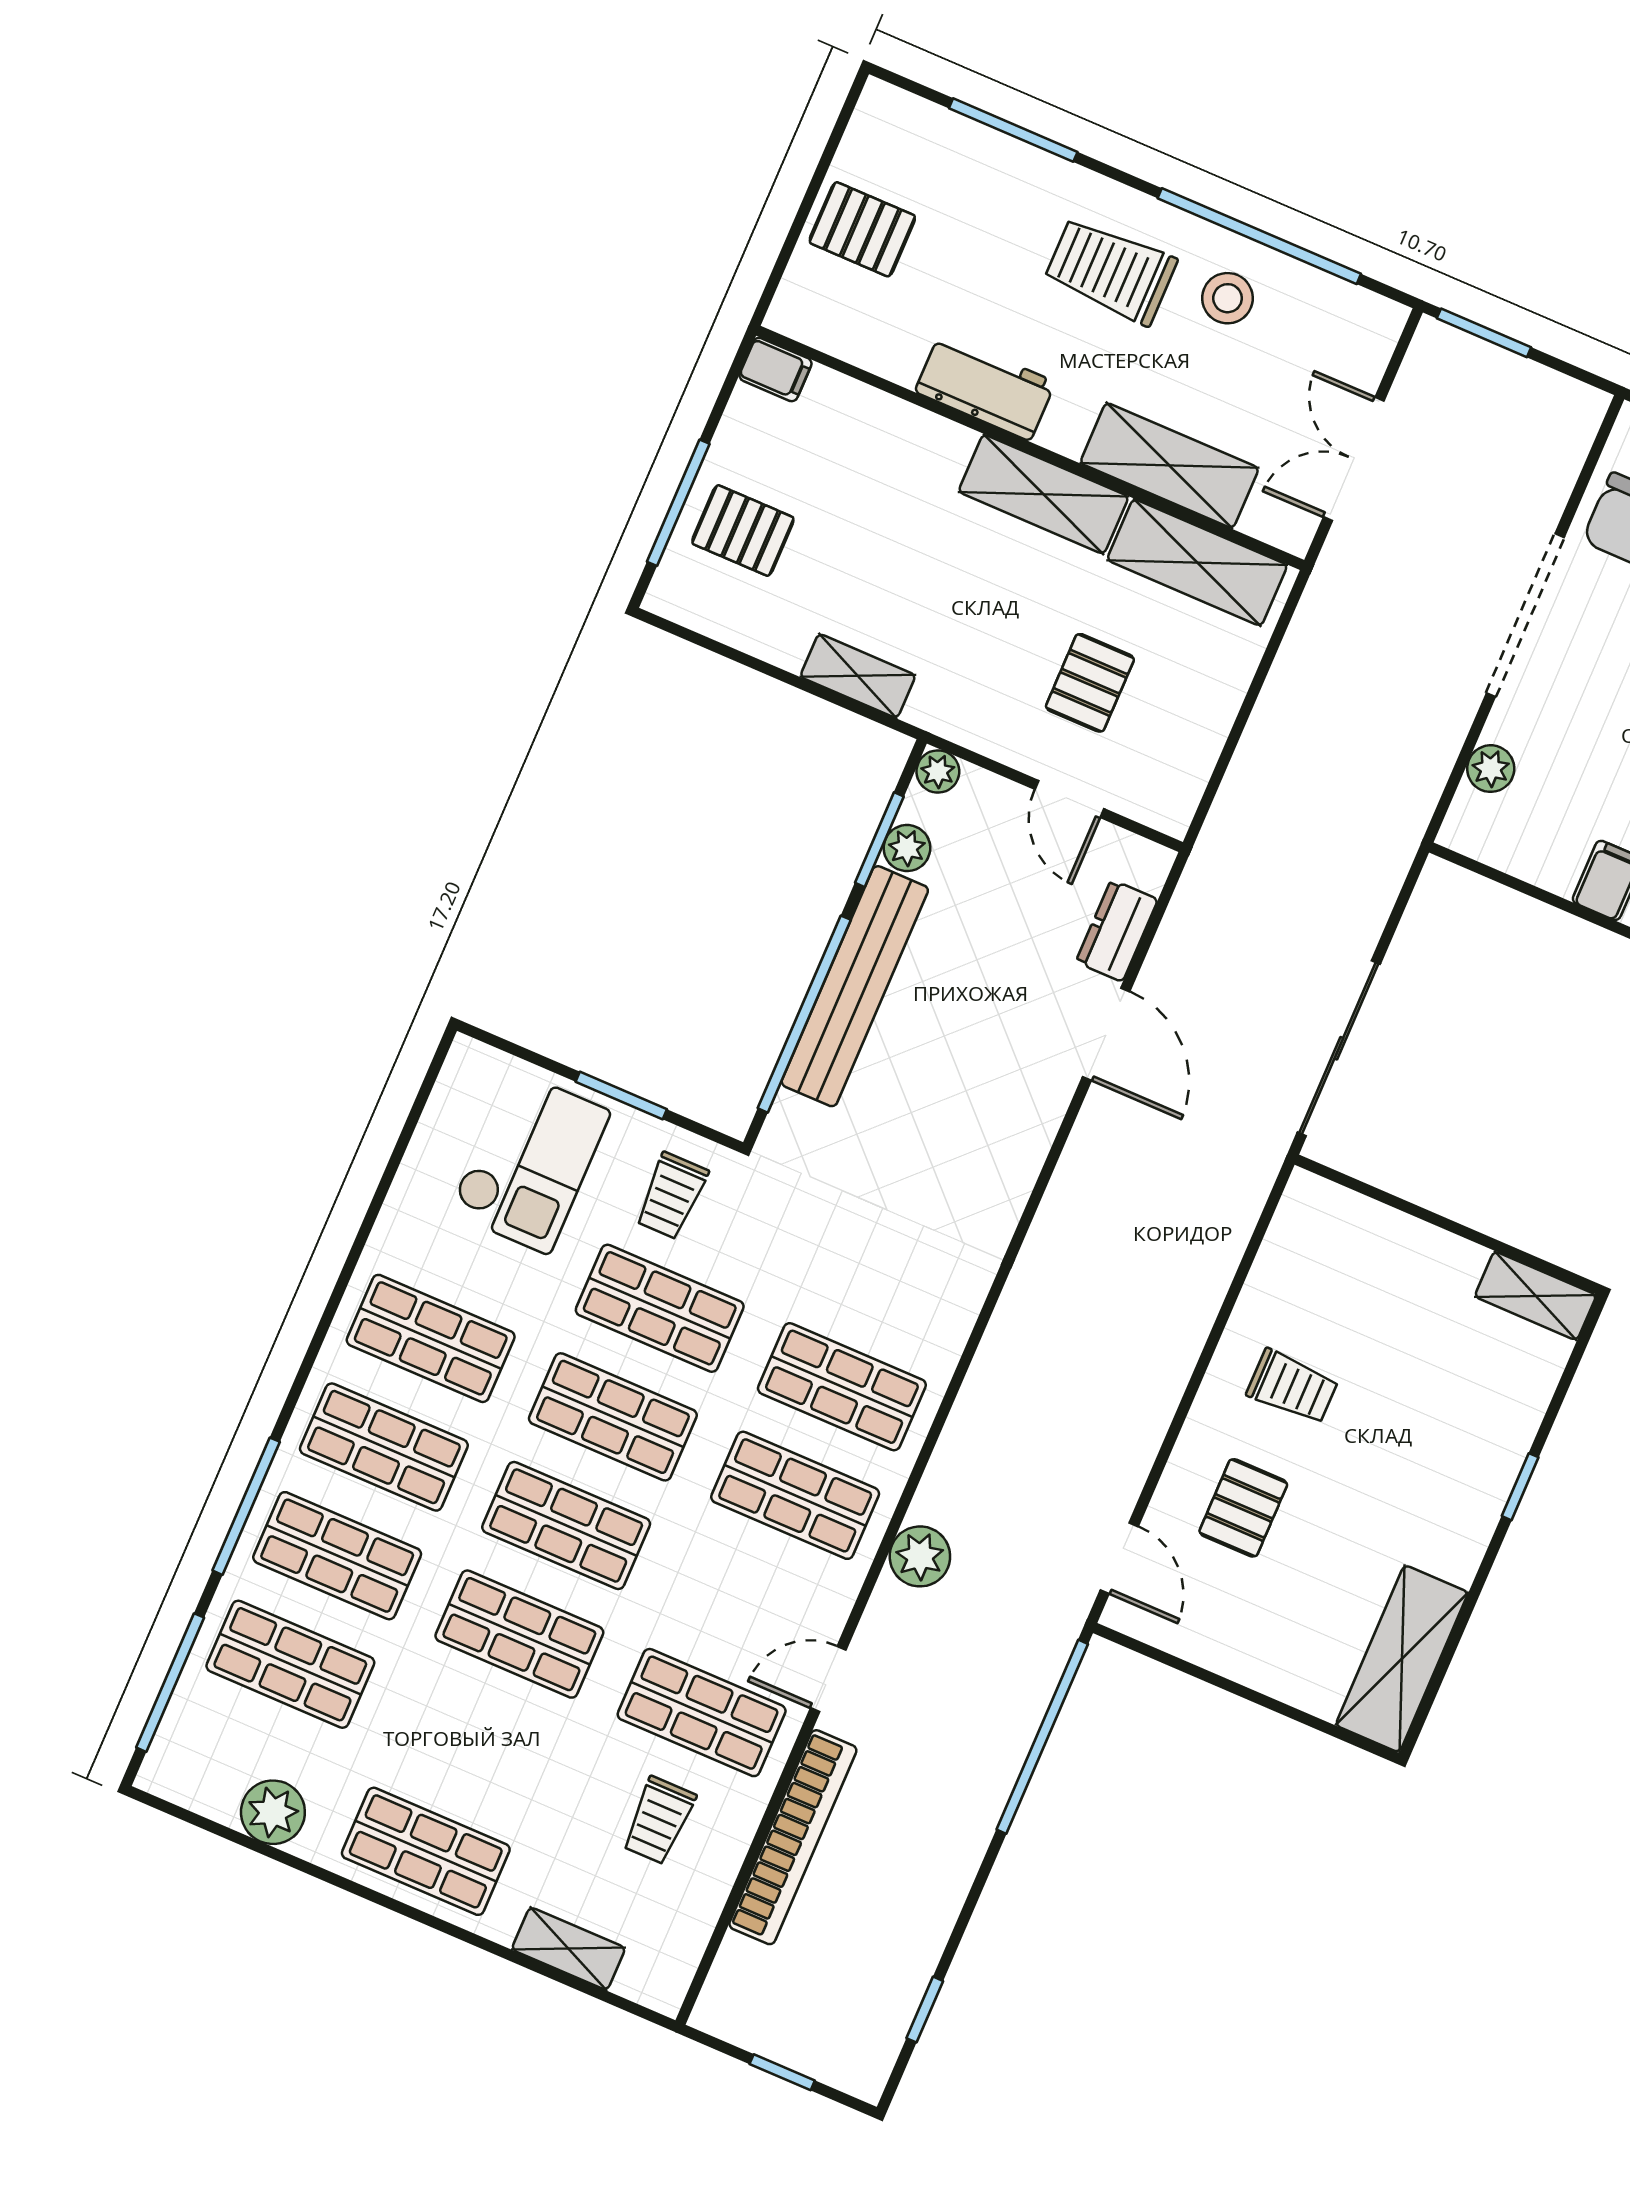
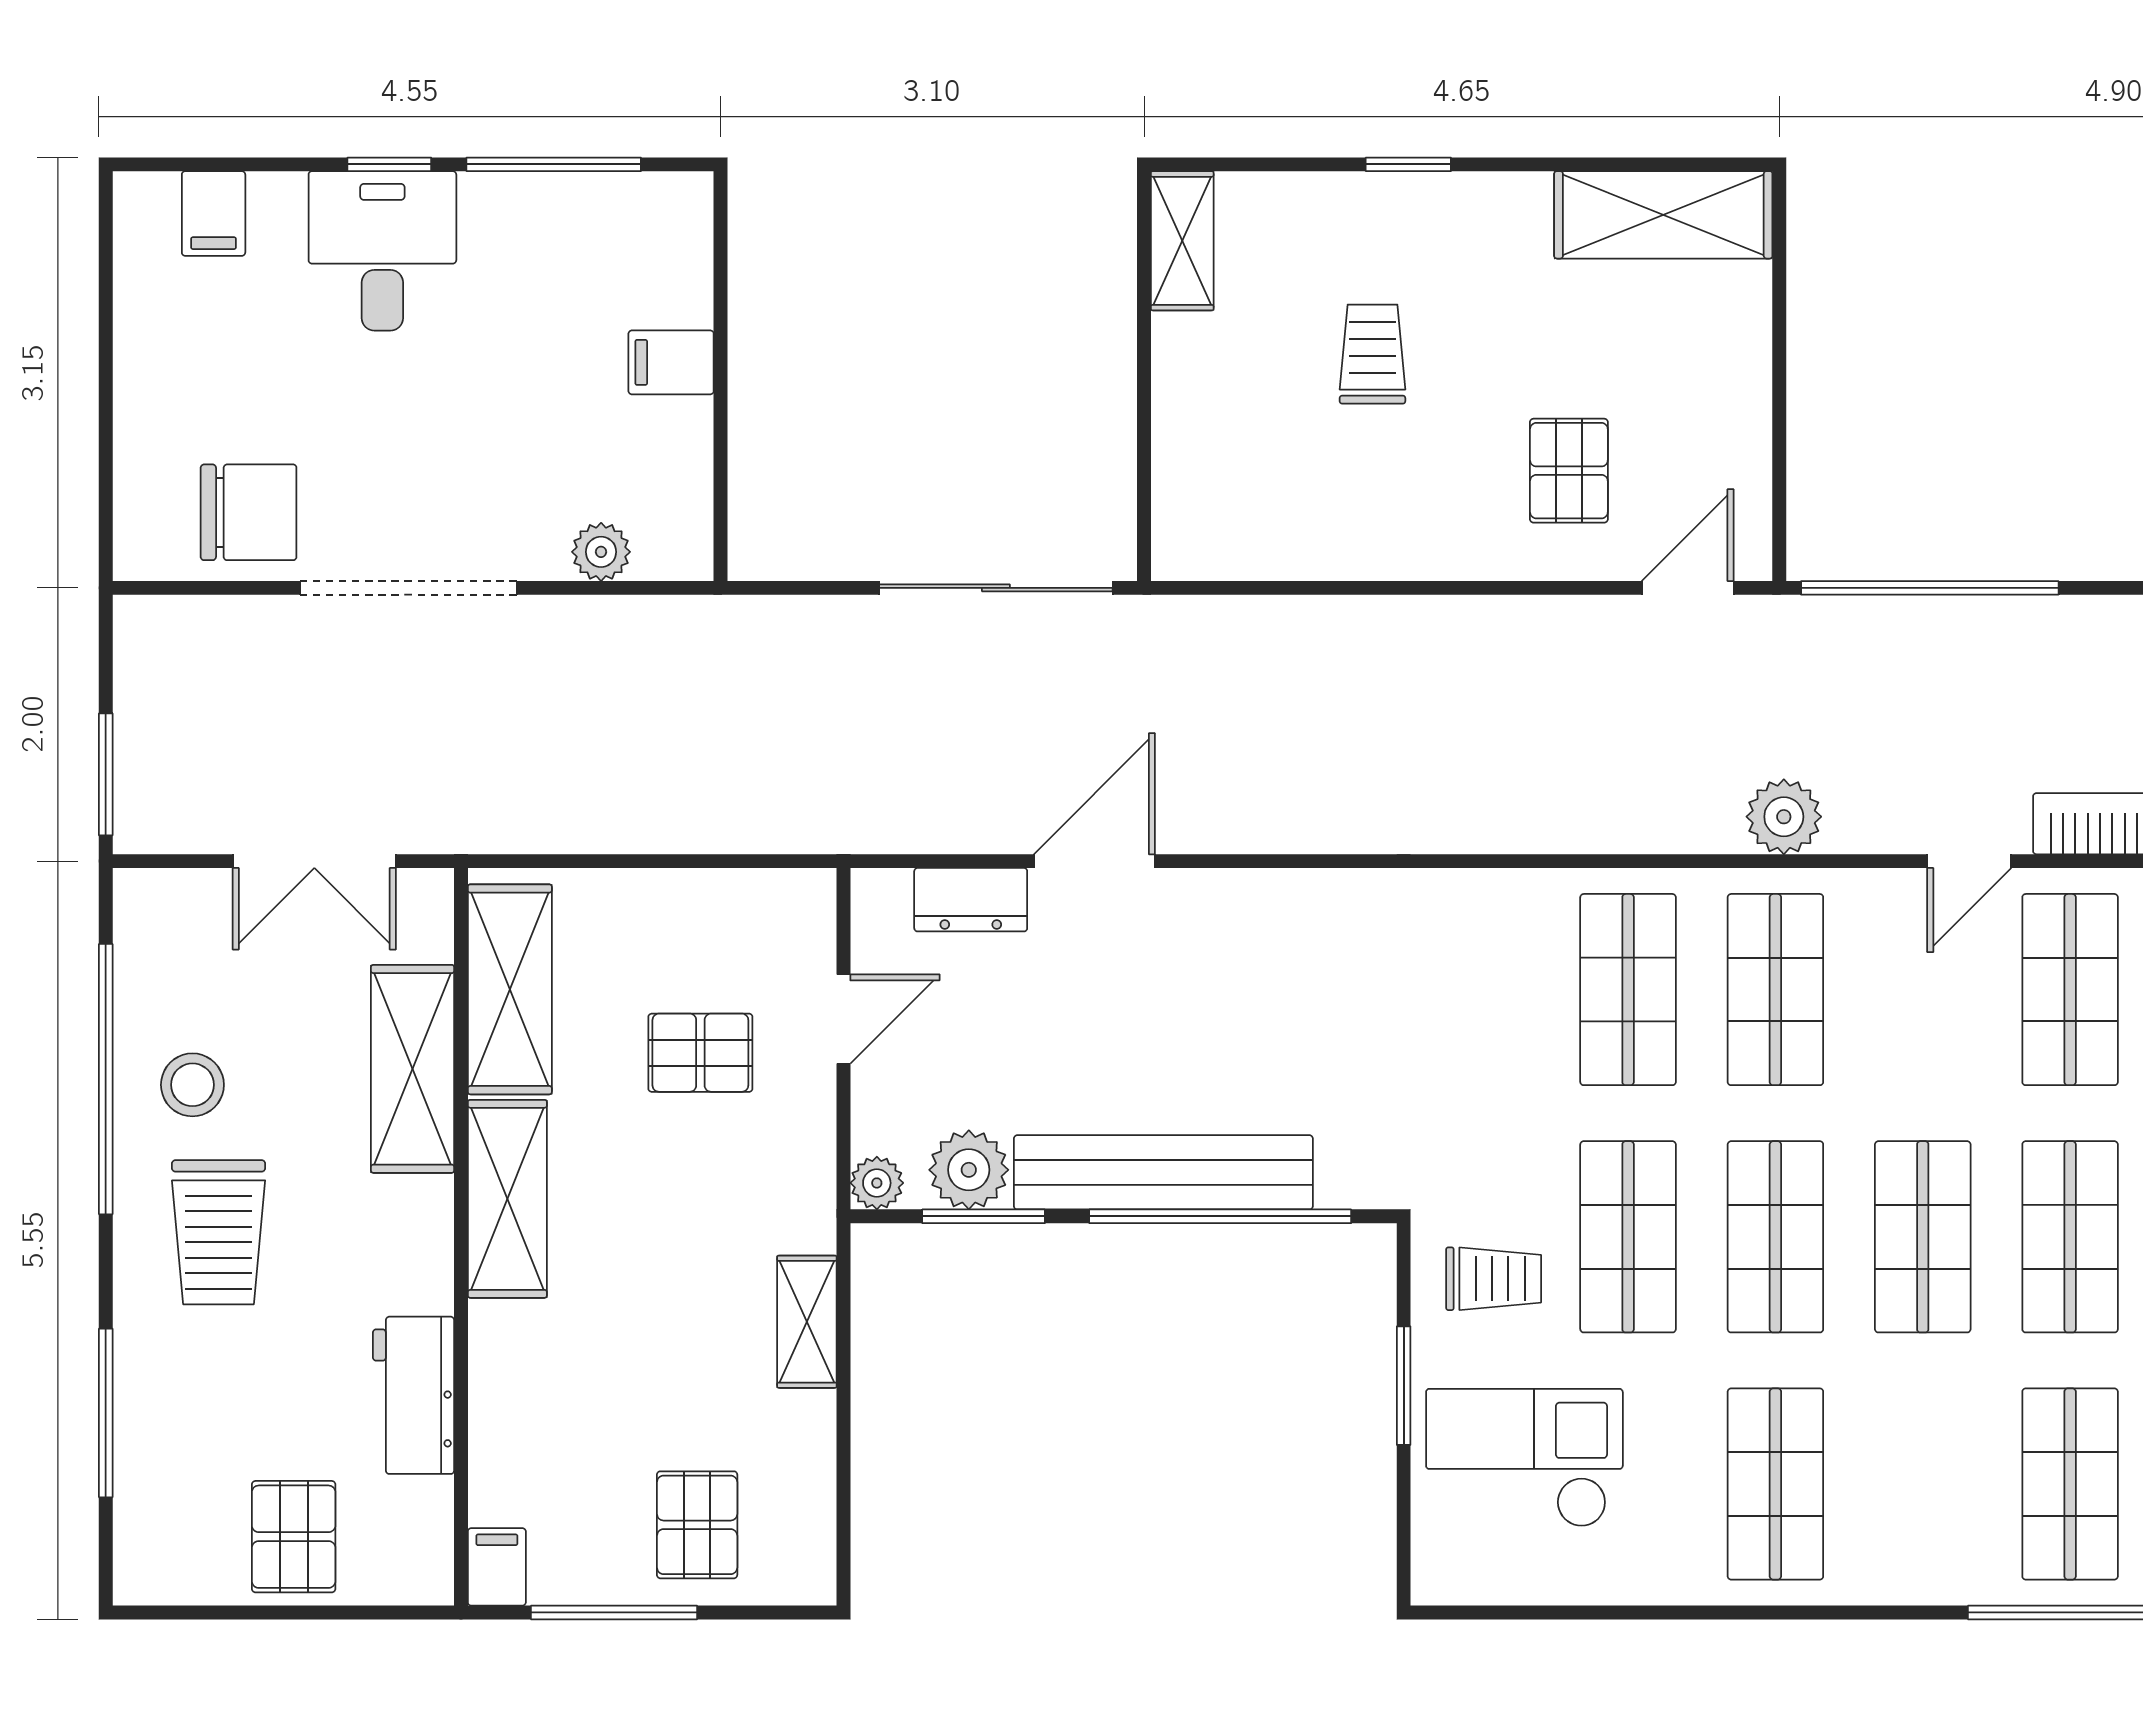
workbench: (985, 387) -> (413, 1395), moved
window: (678, 503) -> (614, 1612), moved
plant: (907, 848) -> (969, 1170), width x1.38, depth x1.38
trolley: (1292, 1387) -> (1372, 354), moved
shop shelf: (384, 1447) -> (1923, 1484), removed
pallet: (1243, 1508) -> (1569, 471), turned 90
door: (828, 1679) -> (1969, 861), hinge flipped

